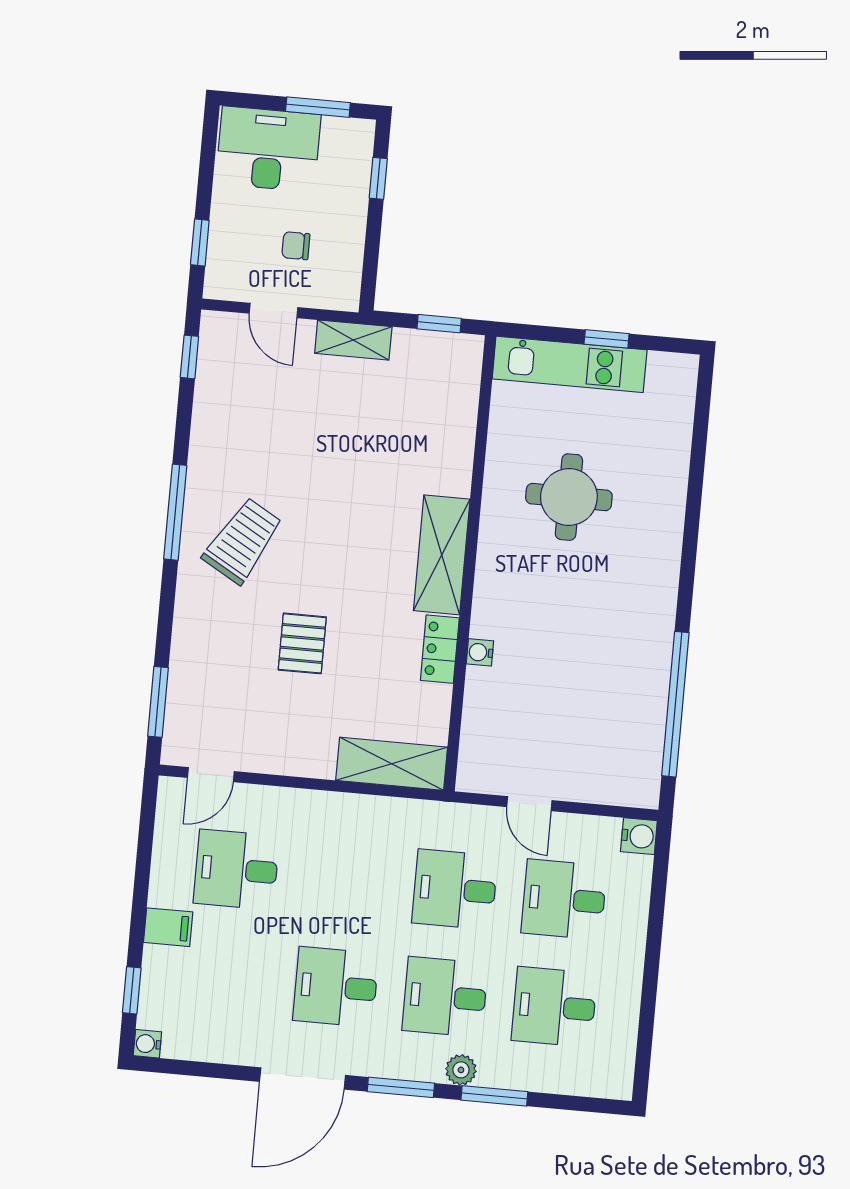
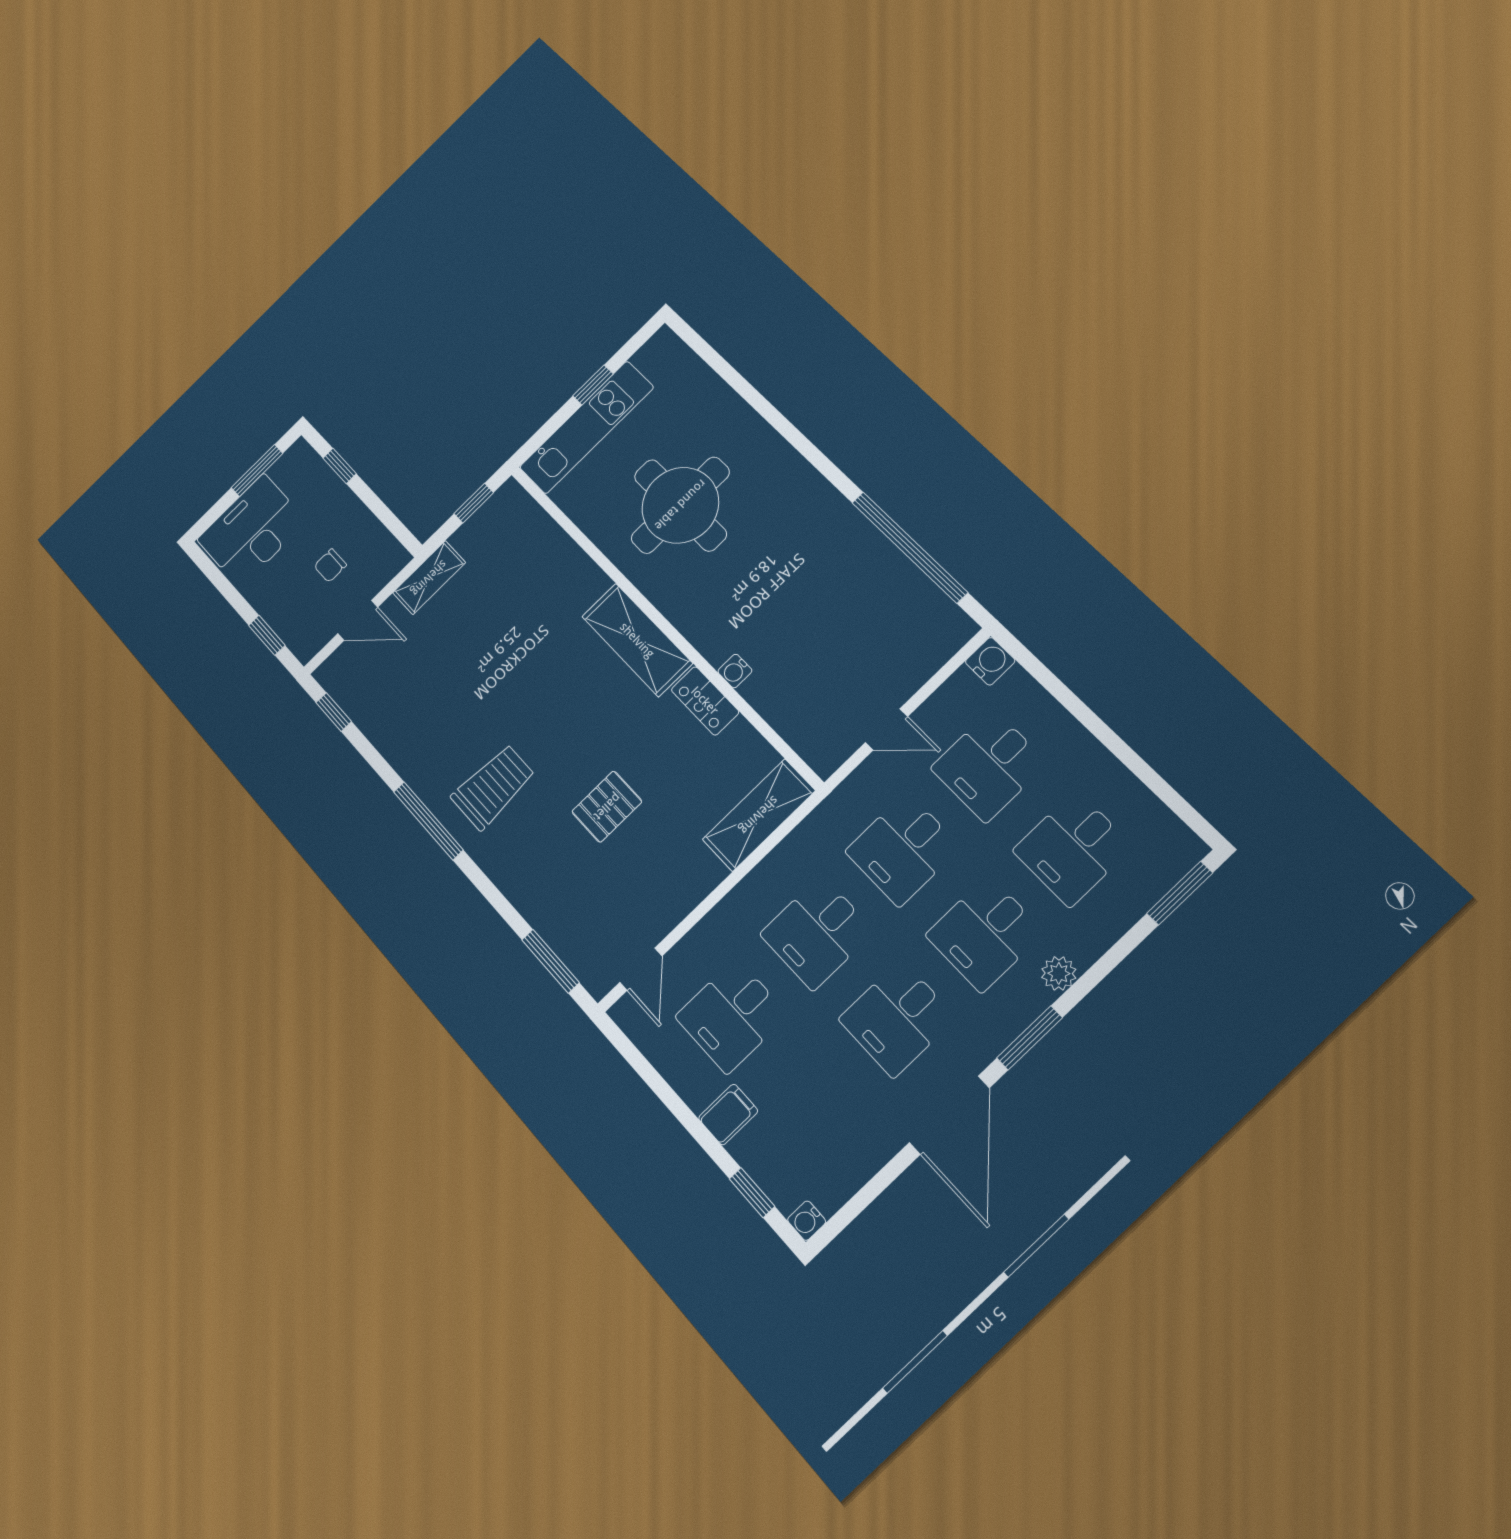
round table: (569, 497) -> (680, 505), width x1.36, depth x1.36
trolley: (243, 541) -> (493, 787), turned 60
pallet: (302, 643) -> (607, 807), turned 90
desk: (346, 879) -> (817, 933), added
window: (494, 1096) -> (1180, 893), moved

